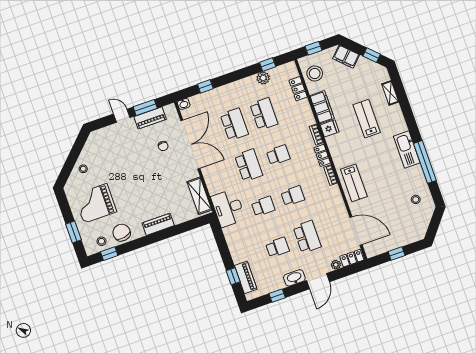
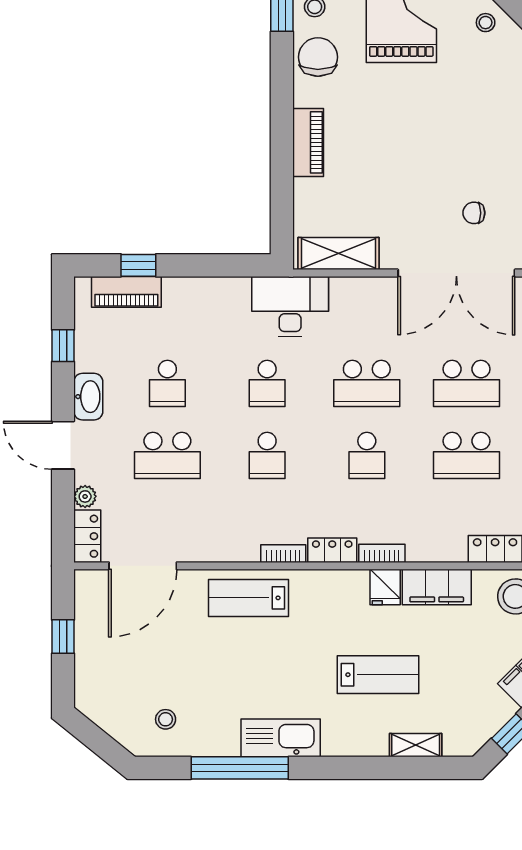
chair: (122, 233) -> (318, 57), turned -80

